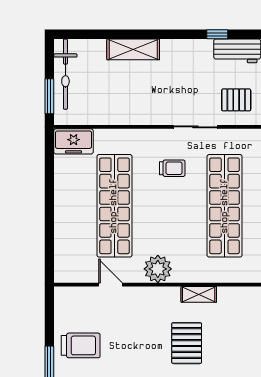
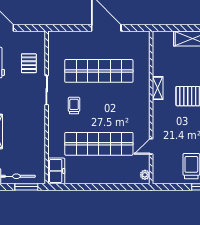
plant: (158, 269) -> (145, 175), moved, width x0.53, depth x0.53

